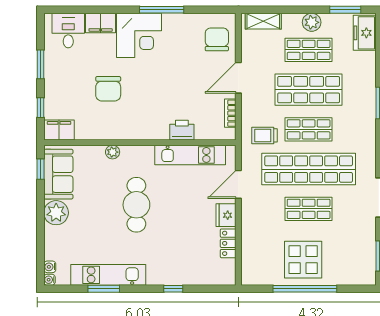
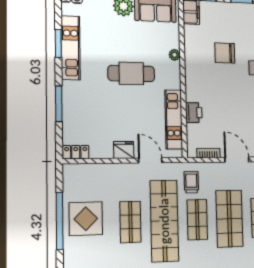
locker: (228, 243) -> (76, 152), moved
window: (173, 289) -> (59, 104), width x2.17

